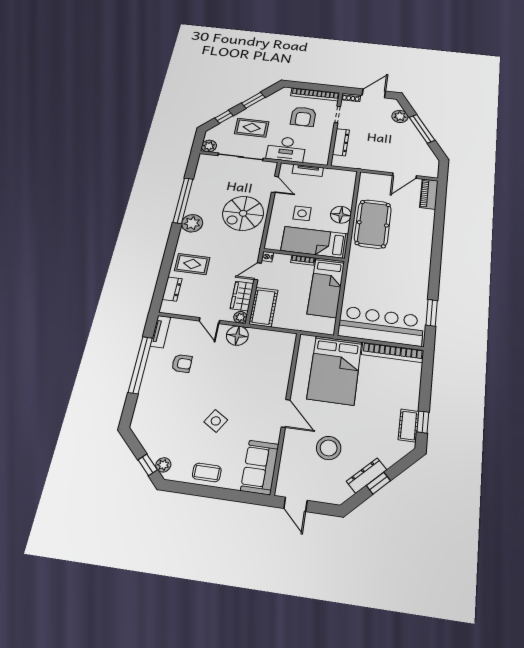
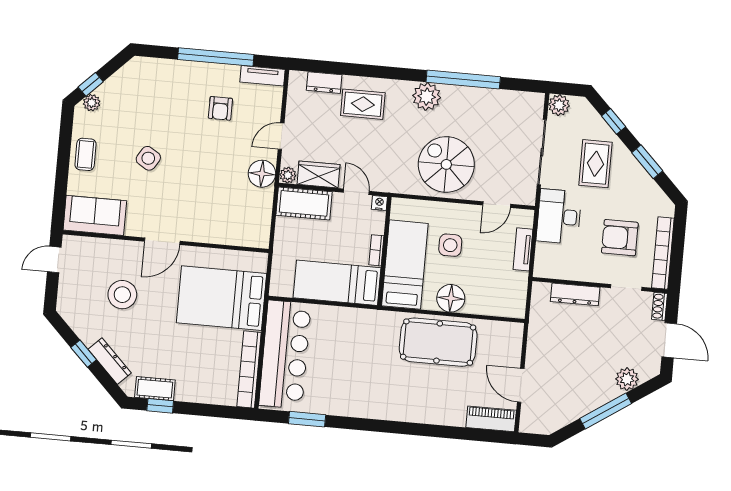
rug: (192, 264) -> (363, 104), turned 90
dresser: (367, 476) -> (110, 361), moved

